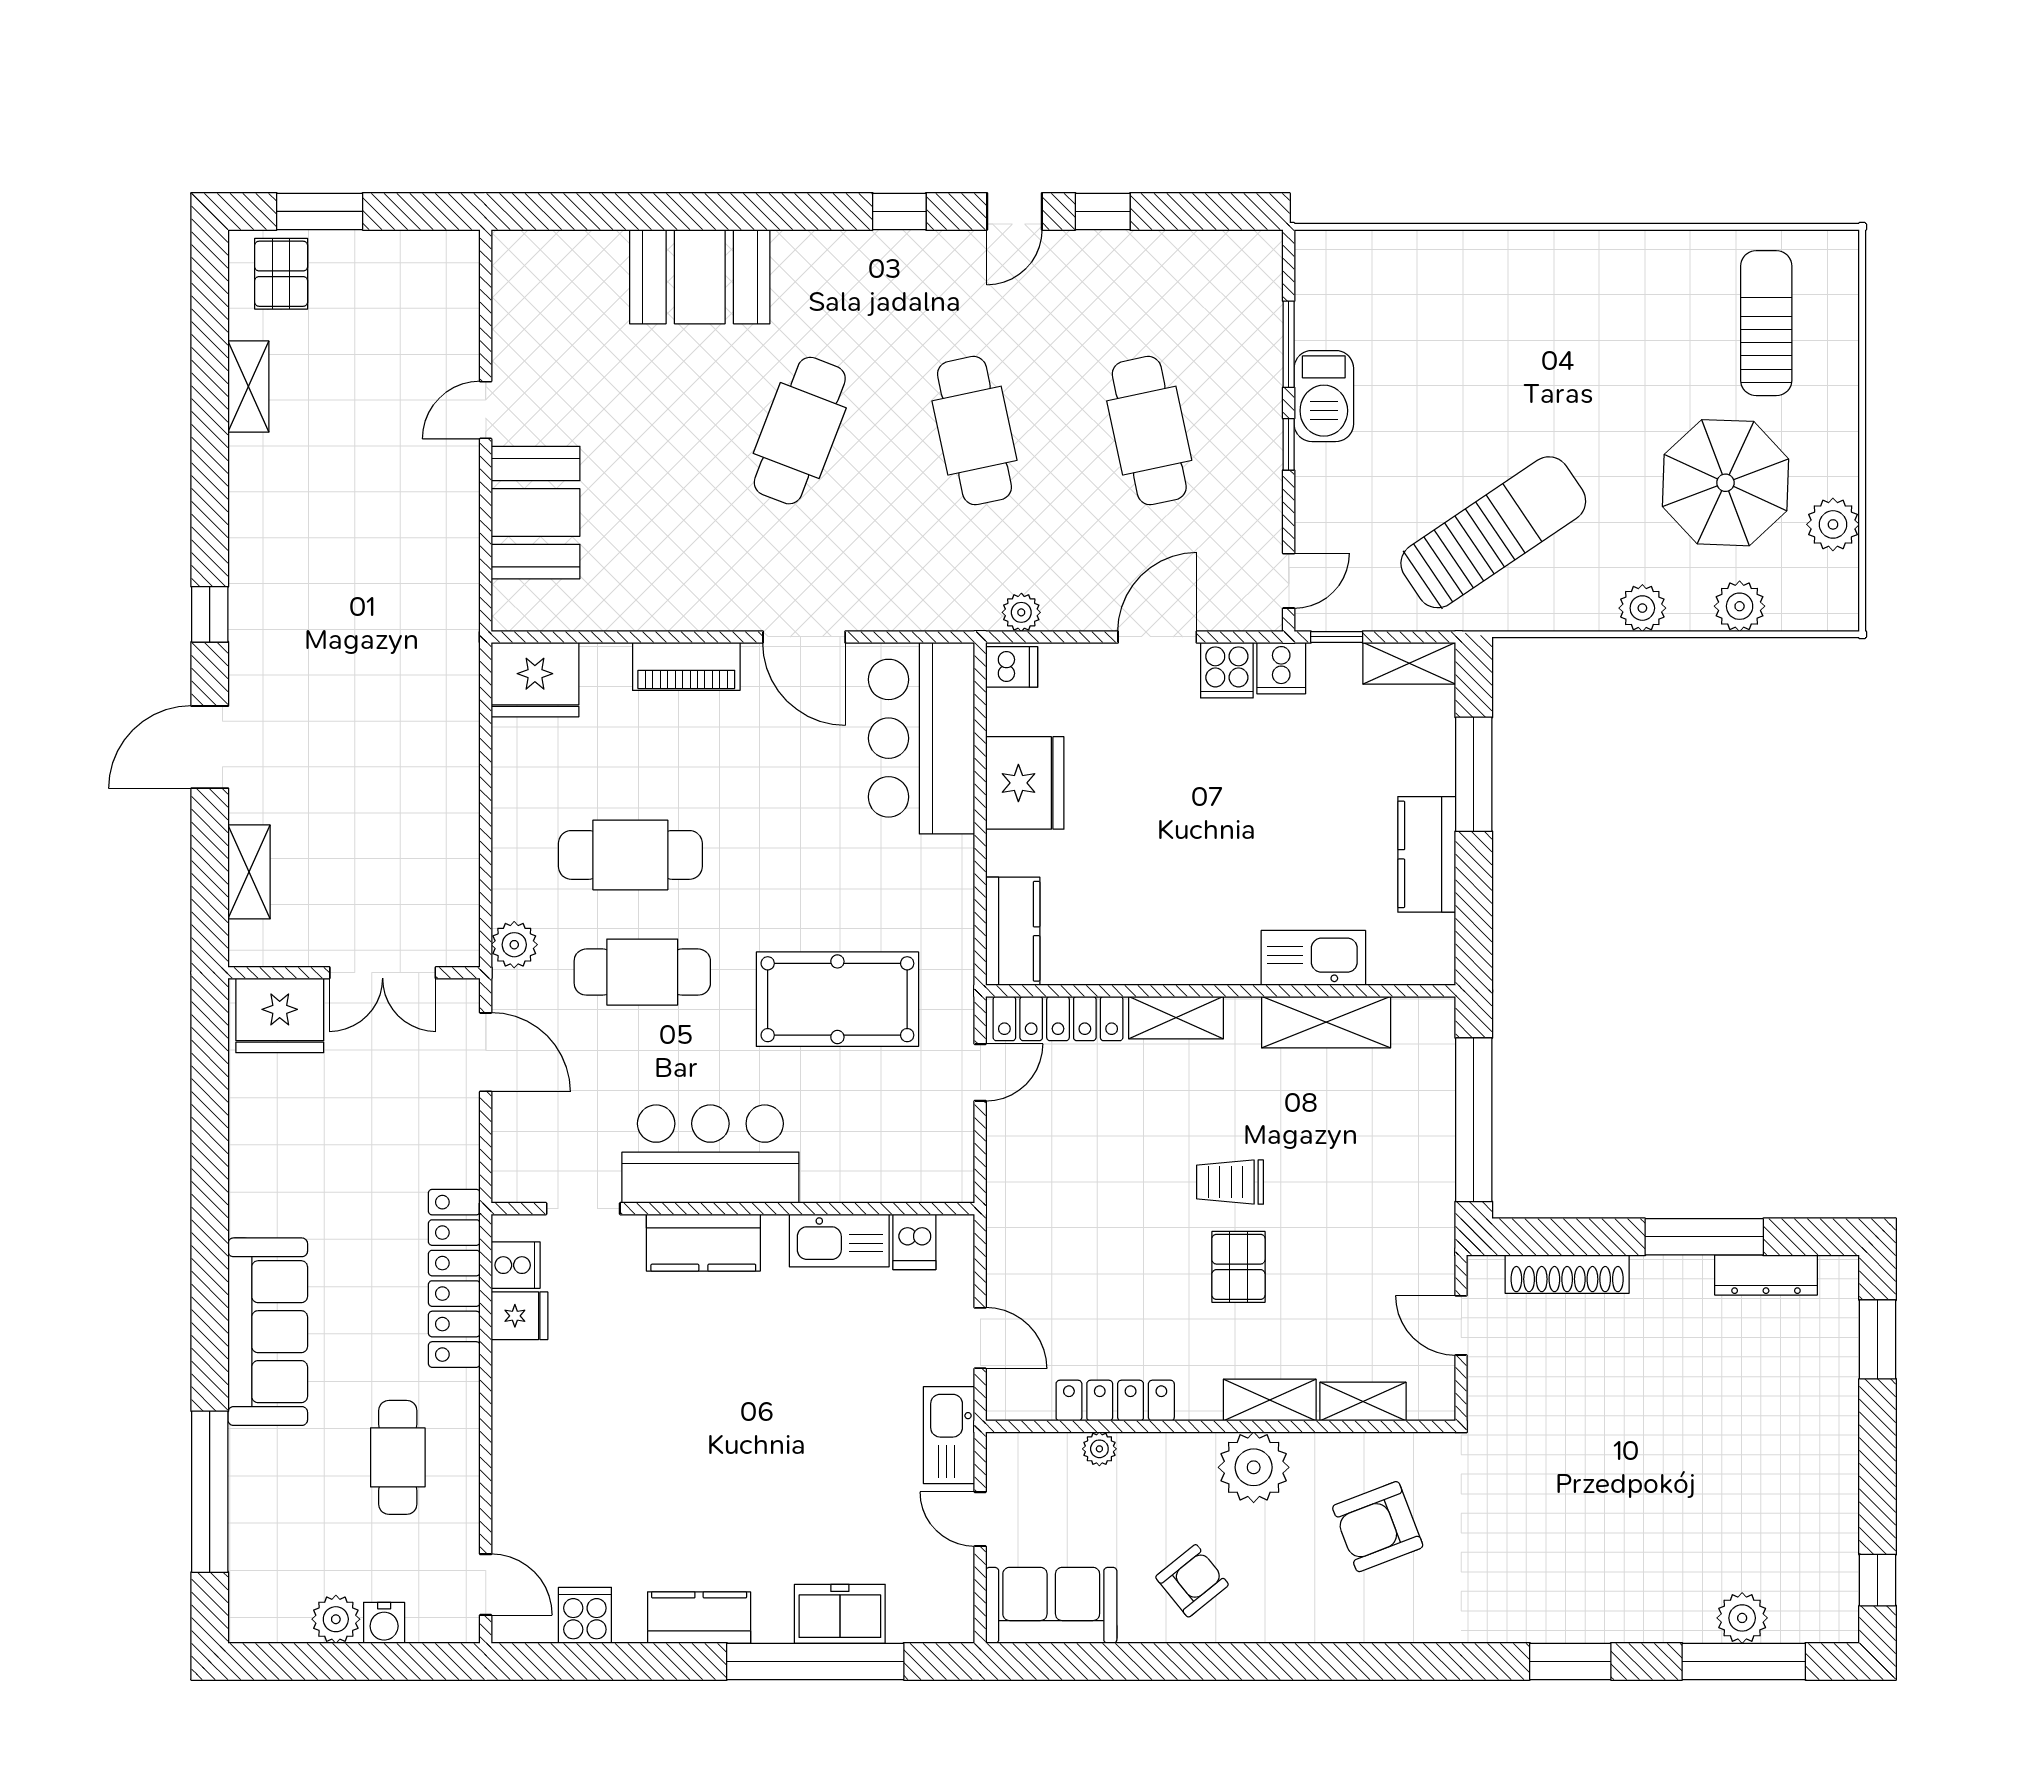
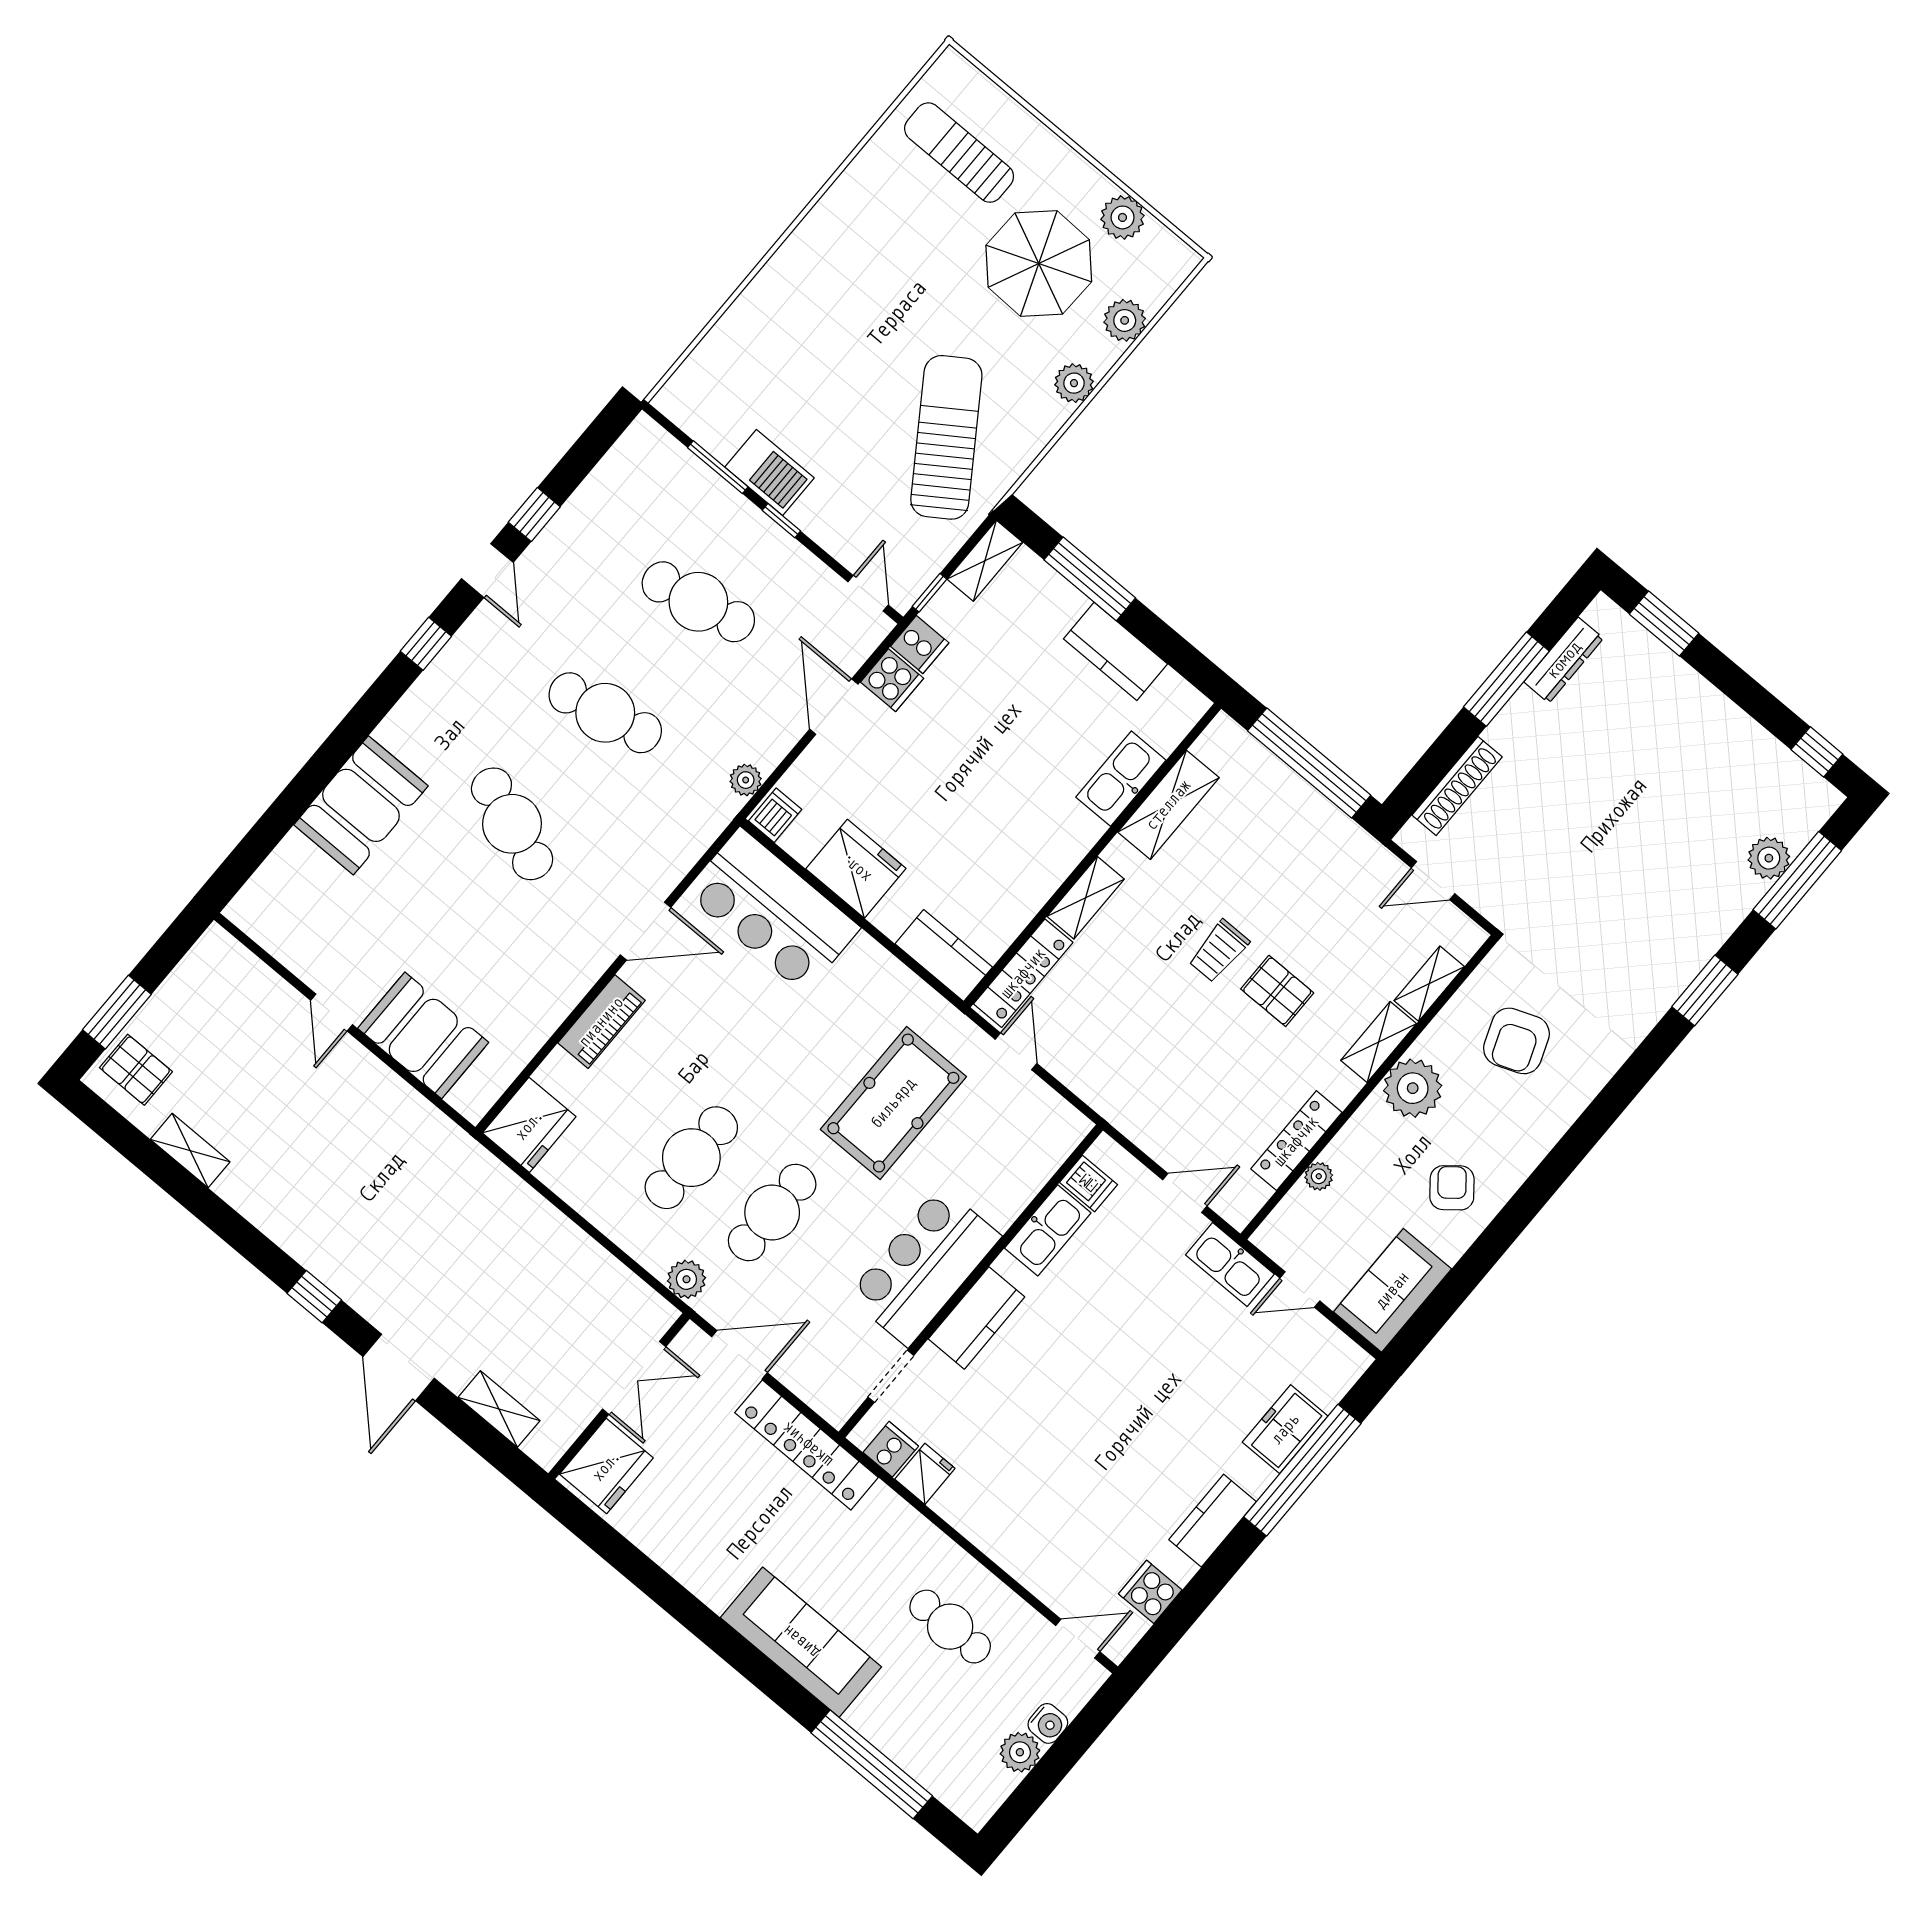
locker: (454, 1278) -> (807, 1445), moved

